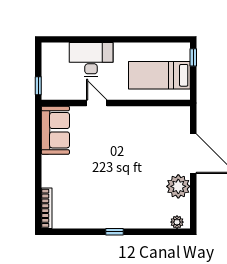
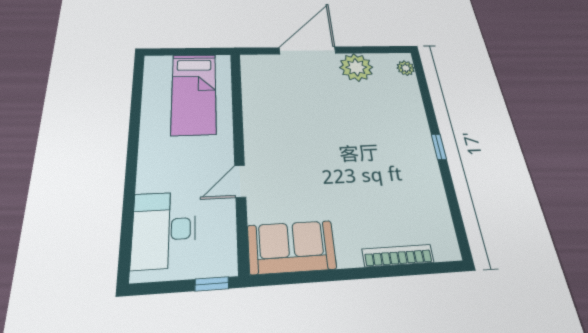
window: (193, 57) -> (167, 52), removed
desk: (91, 60) -> (164, 230), moved
bookcase: (47, 208) -> (398, 256), moved

